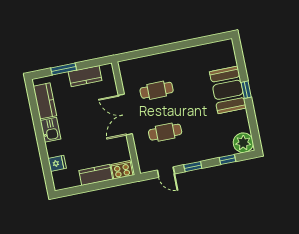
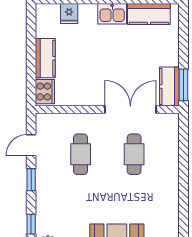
window: (64, 69) -> (184, 85), moved
kitchen counter: (85, 76) -> (169, 87), moved
double door: (125, 115) -> (130, 110), moved

